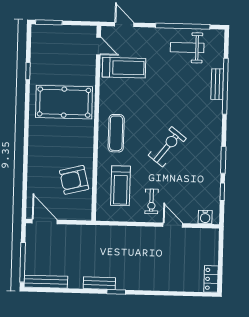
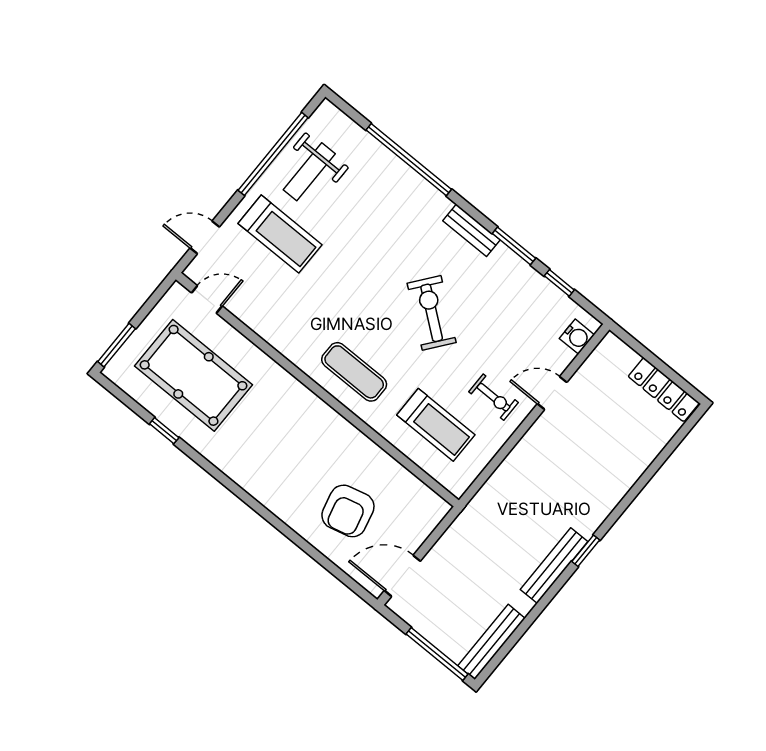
treadmill: (124, 68) -> (280, 234), moved, turned 90
bench: (217, 84) -> (472, 230), moved
pool table: (64, 102) -> (194, 375), moved, turned 90
armchair: (74, 180) -> (348, 511), moved
locker: (211, 279) -> (664, 390), width x1.53
bench: (99, 283) -> (554, 565), width x1.36

